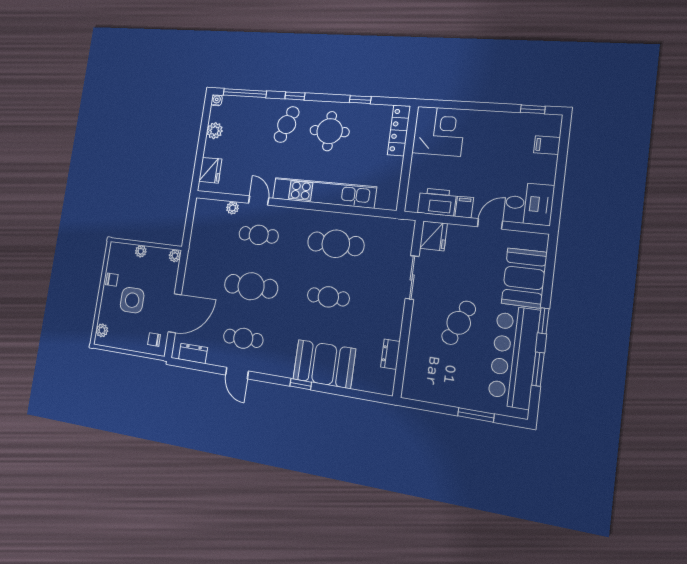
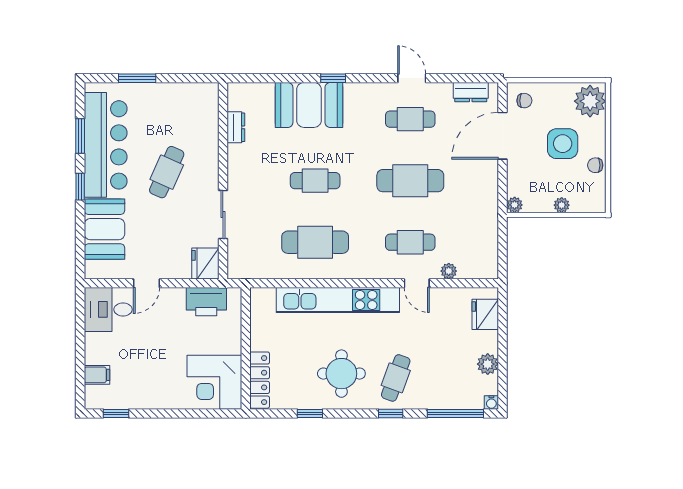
filing cabinet: (464, 207) -> (176, 299), removed
plant: (102, 330) -> (590, 101), width x1.88, depth x1.88

